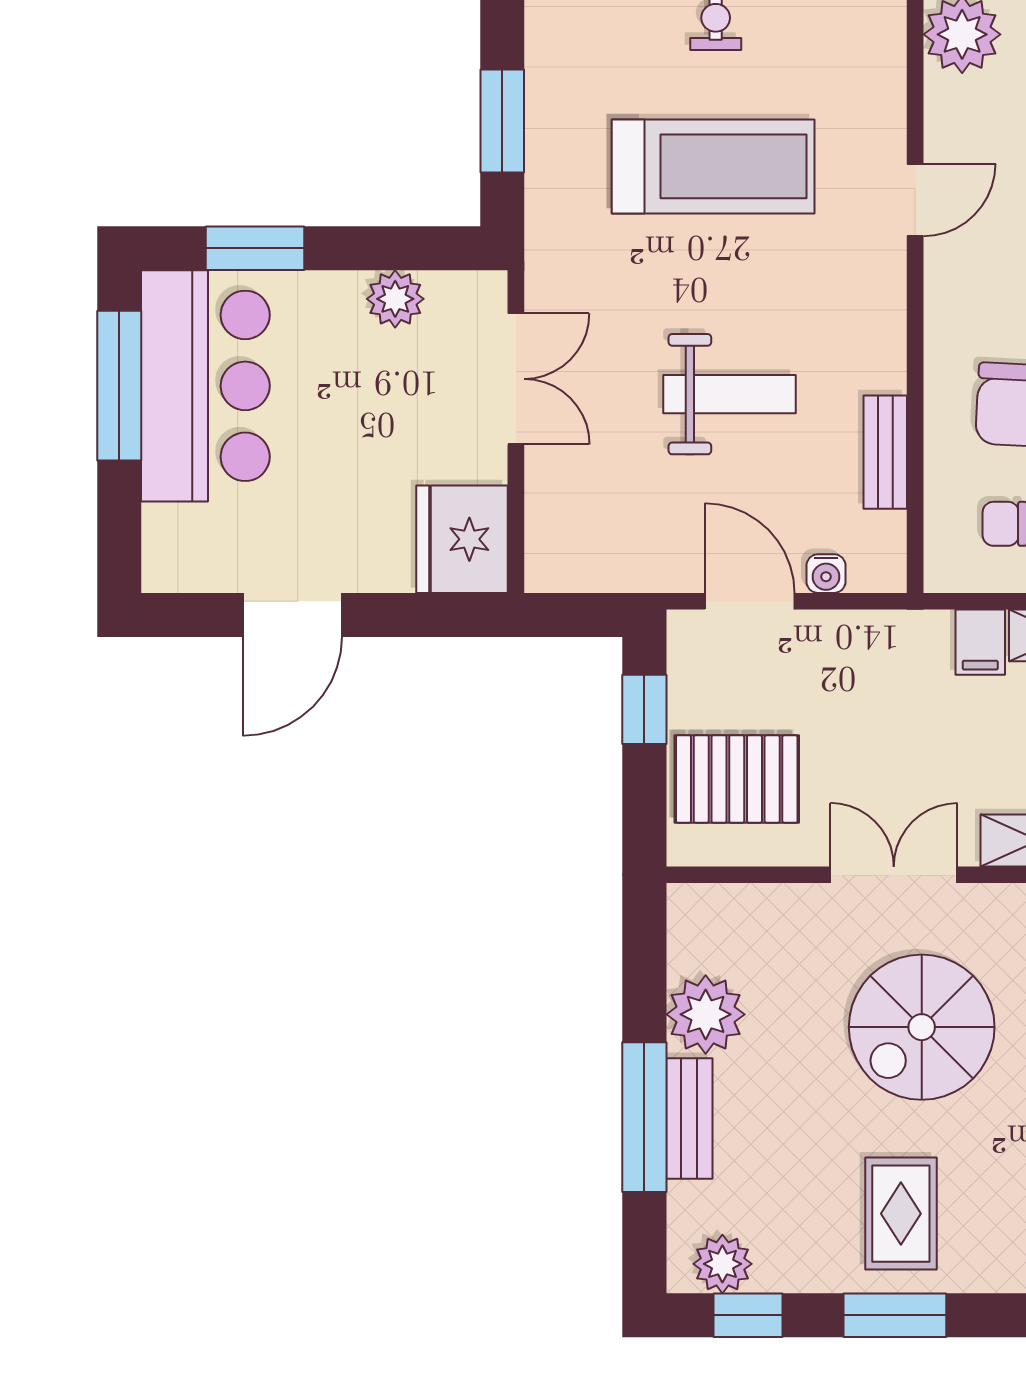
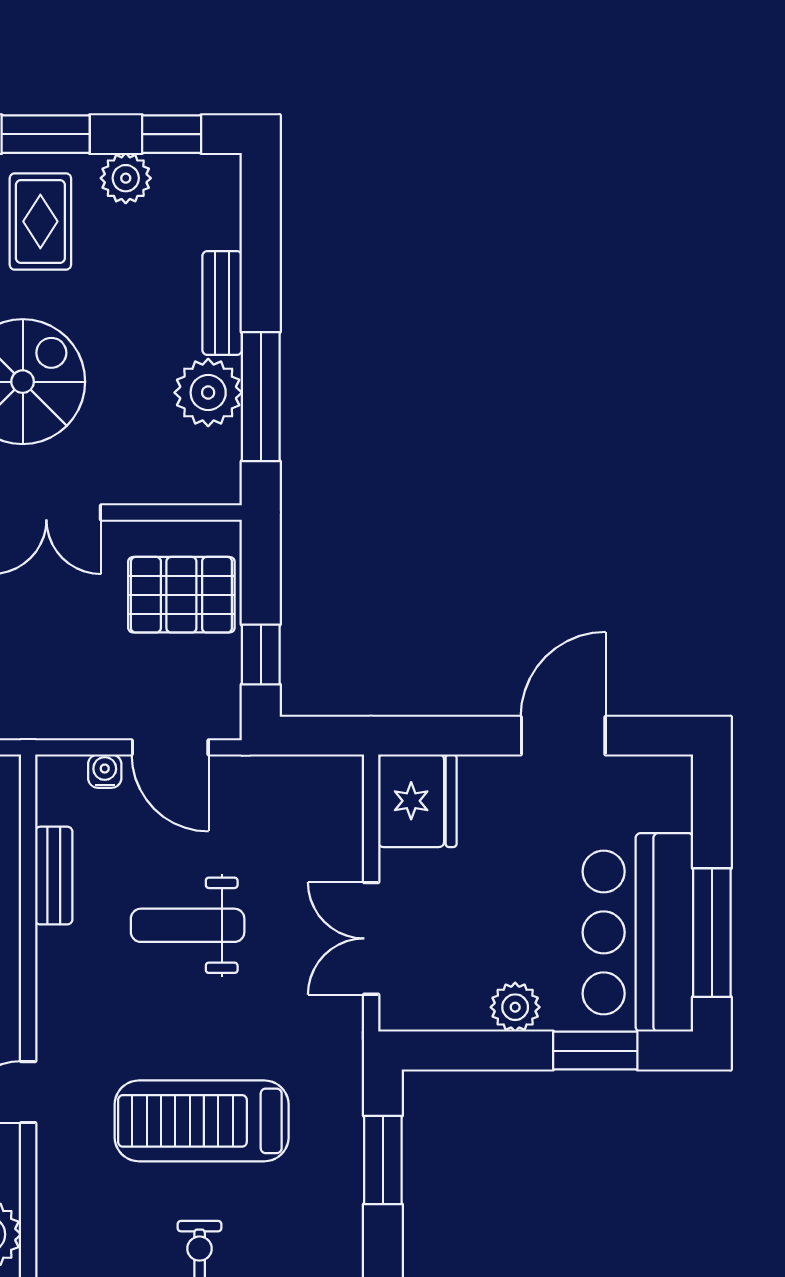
plant: (395, 299) -> (515, 1007), moved
window: (644, 1117) -> (261, 397), moved
plant: (722, 1264) -> (126, 178), moved

